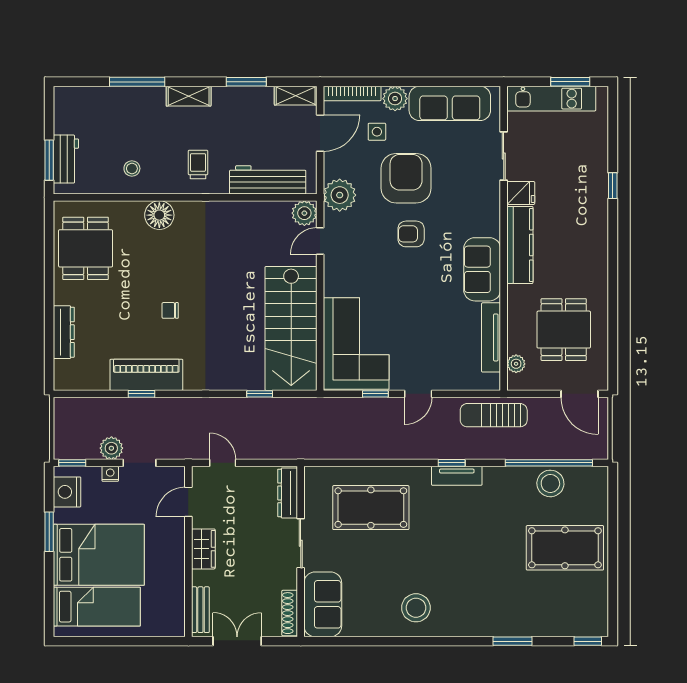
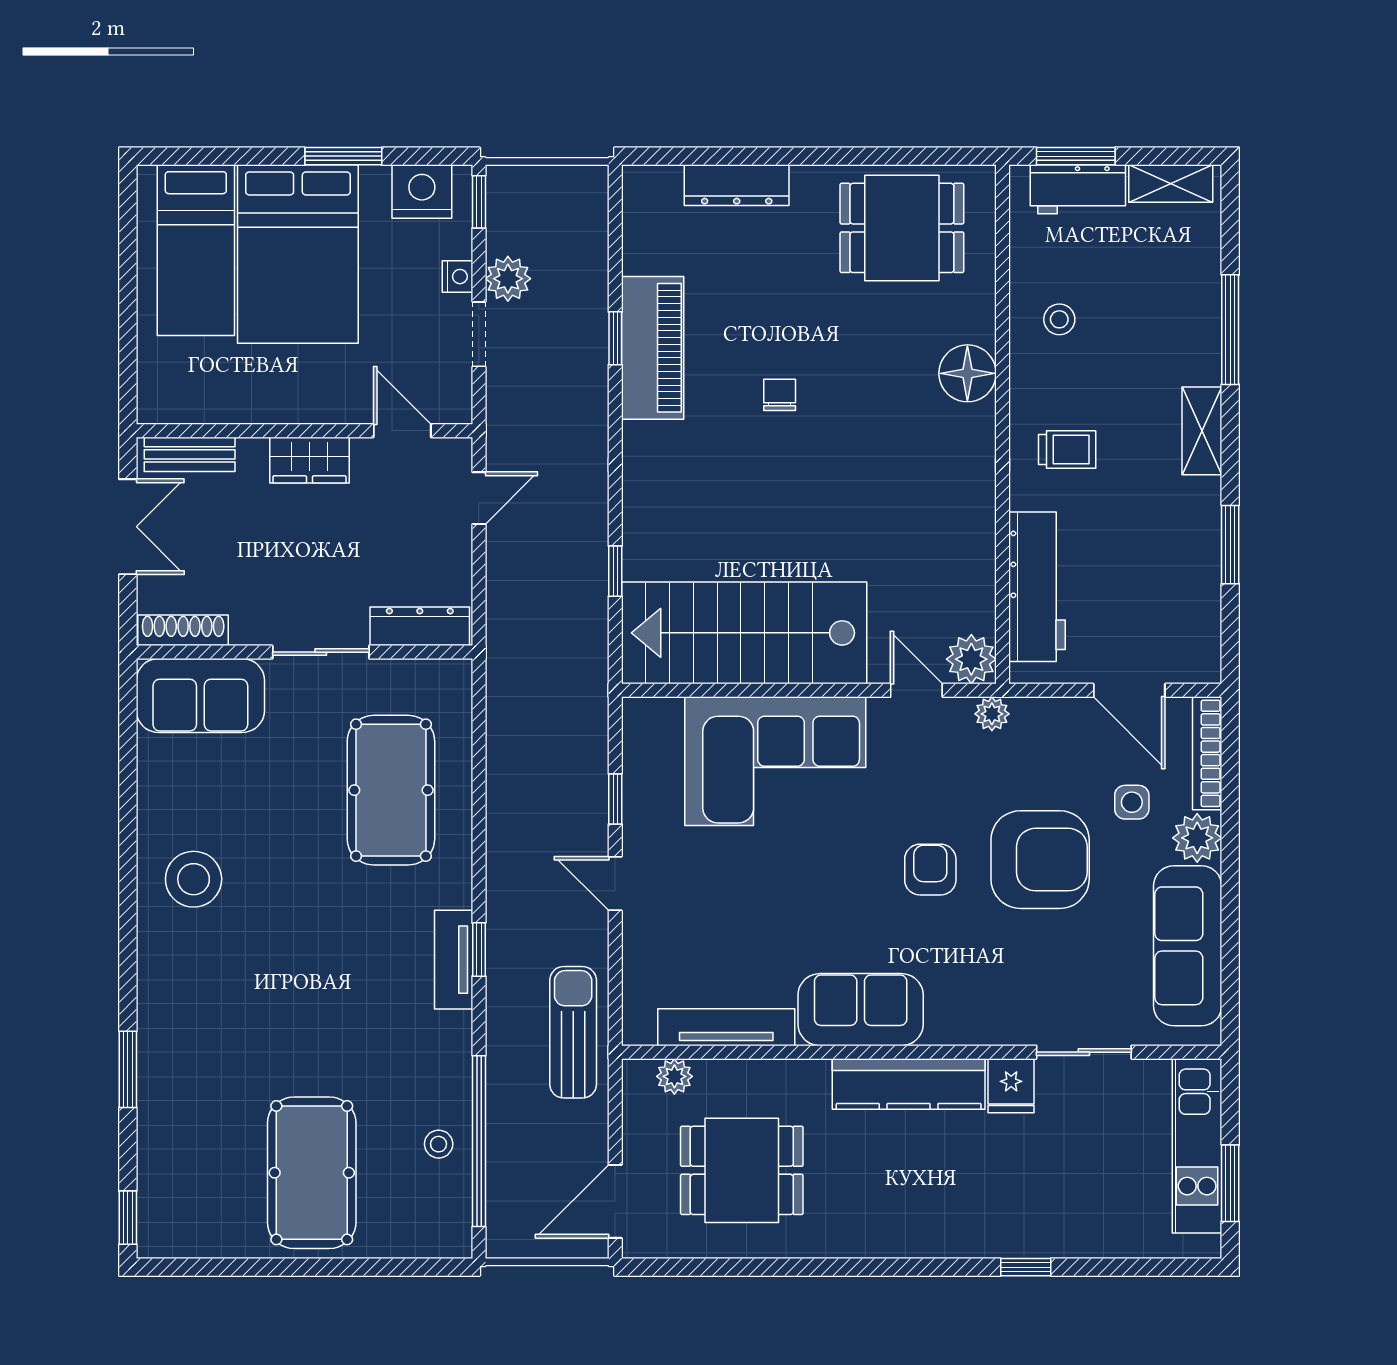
shelving: (296, 96) -> (1171, 184), moved, turned 90
plant: (340, 195) -> (992, 714), width x0.53, depth x0.53
corner sofa: (356, 344) -> (775, 761), moved
stool: (550, 483) -> (439, 1144), width x0.53, depth x0.53

